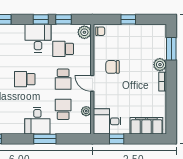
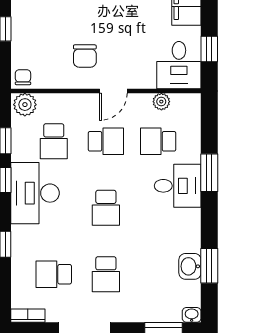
desk: (38, 38) -> (35, 193), width x1.37

